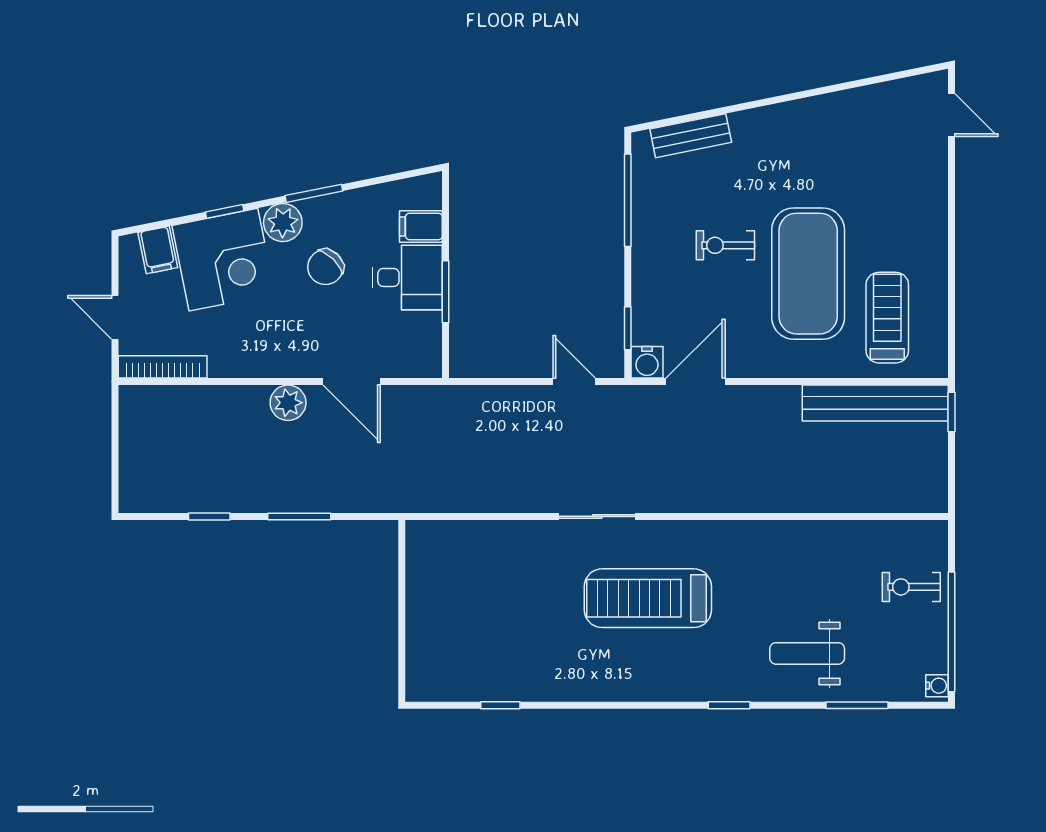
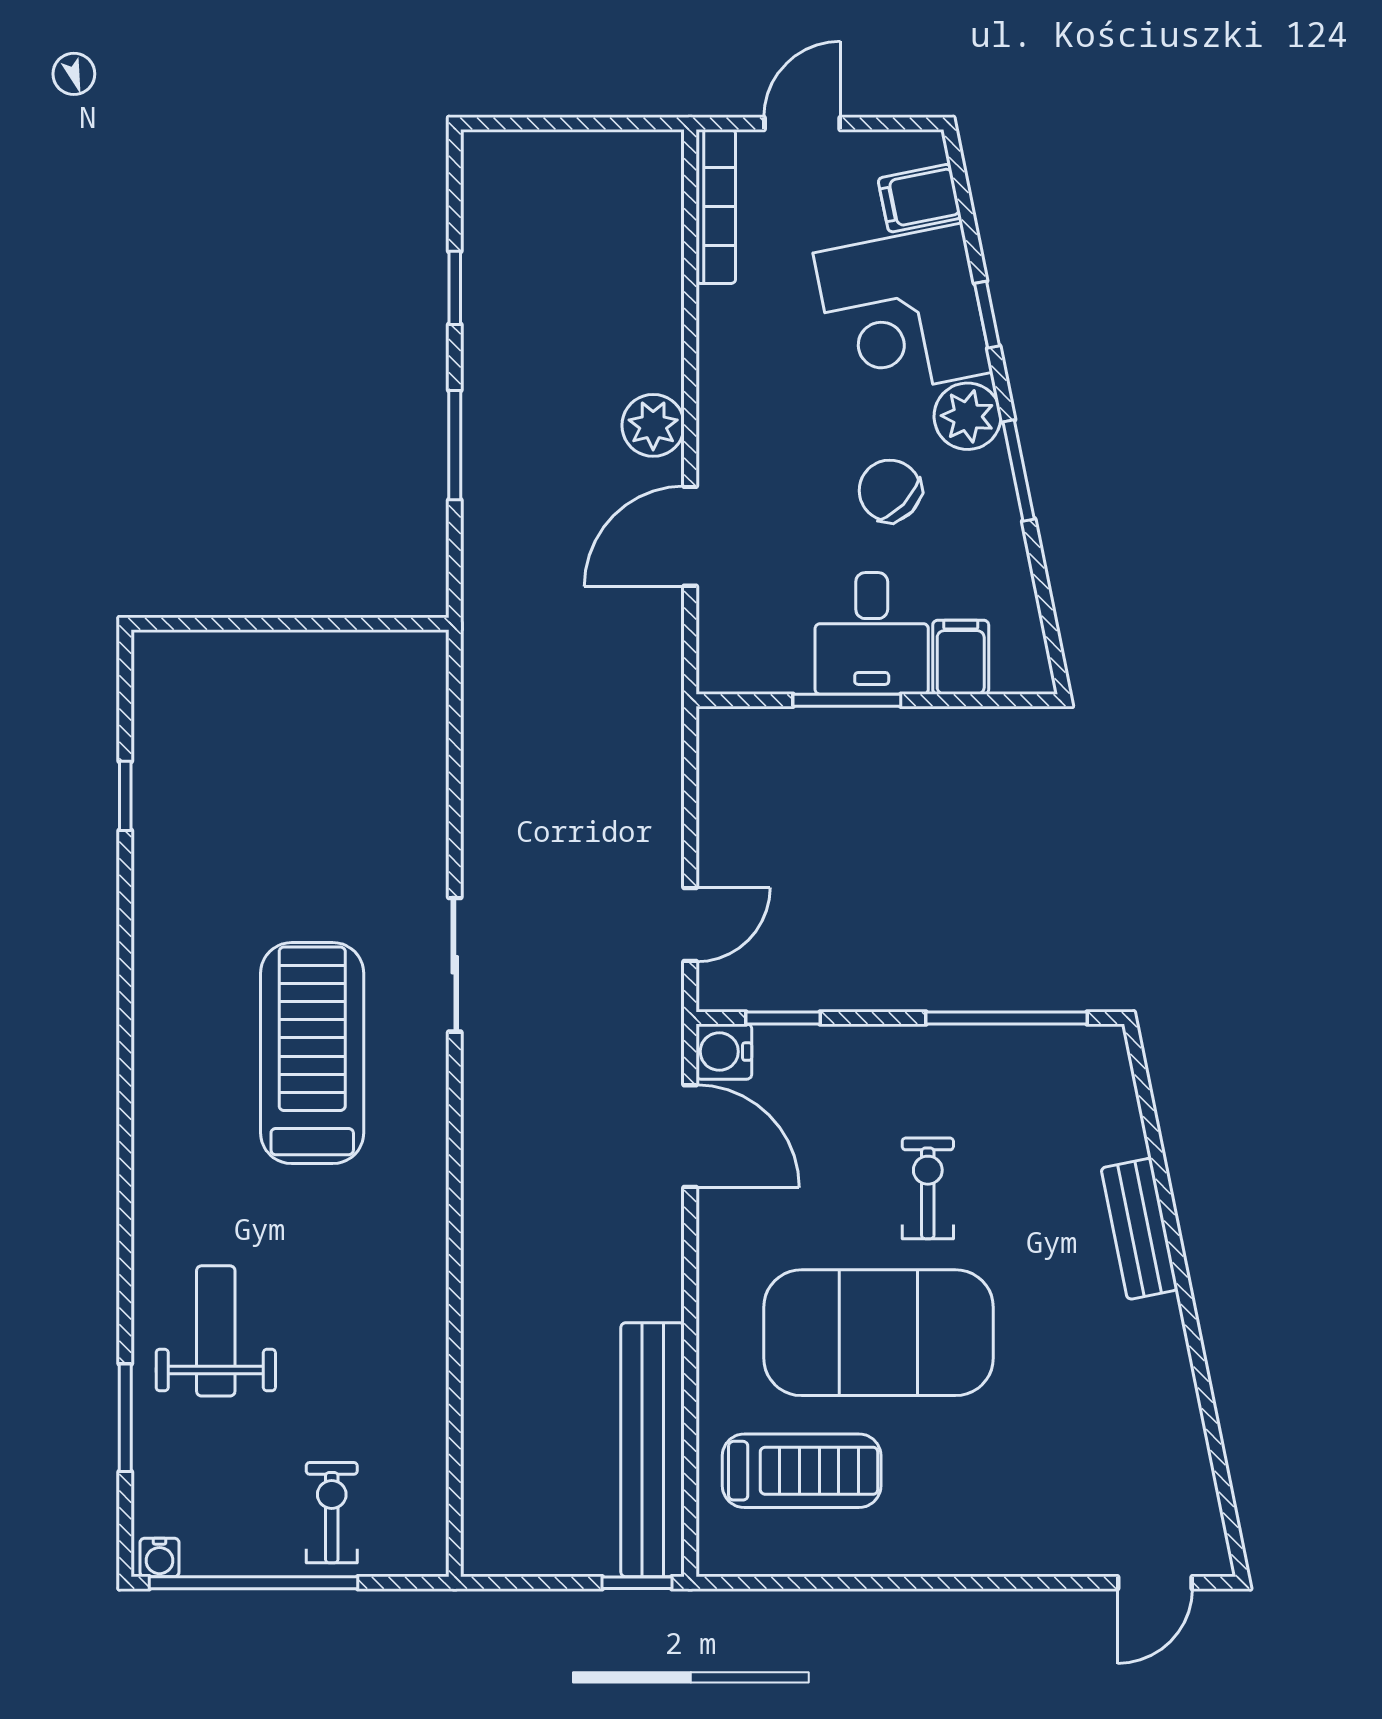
bench: (691, 136) -> (1139, 1229), moved
window: (729, 705) -> (125, 1195), removed

